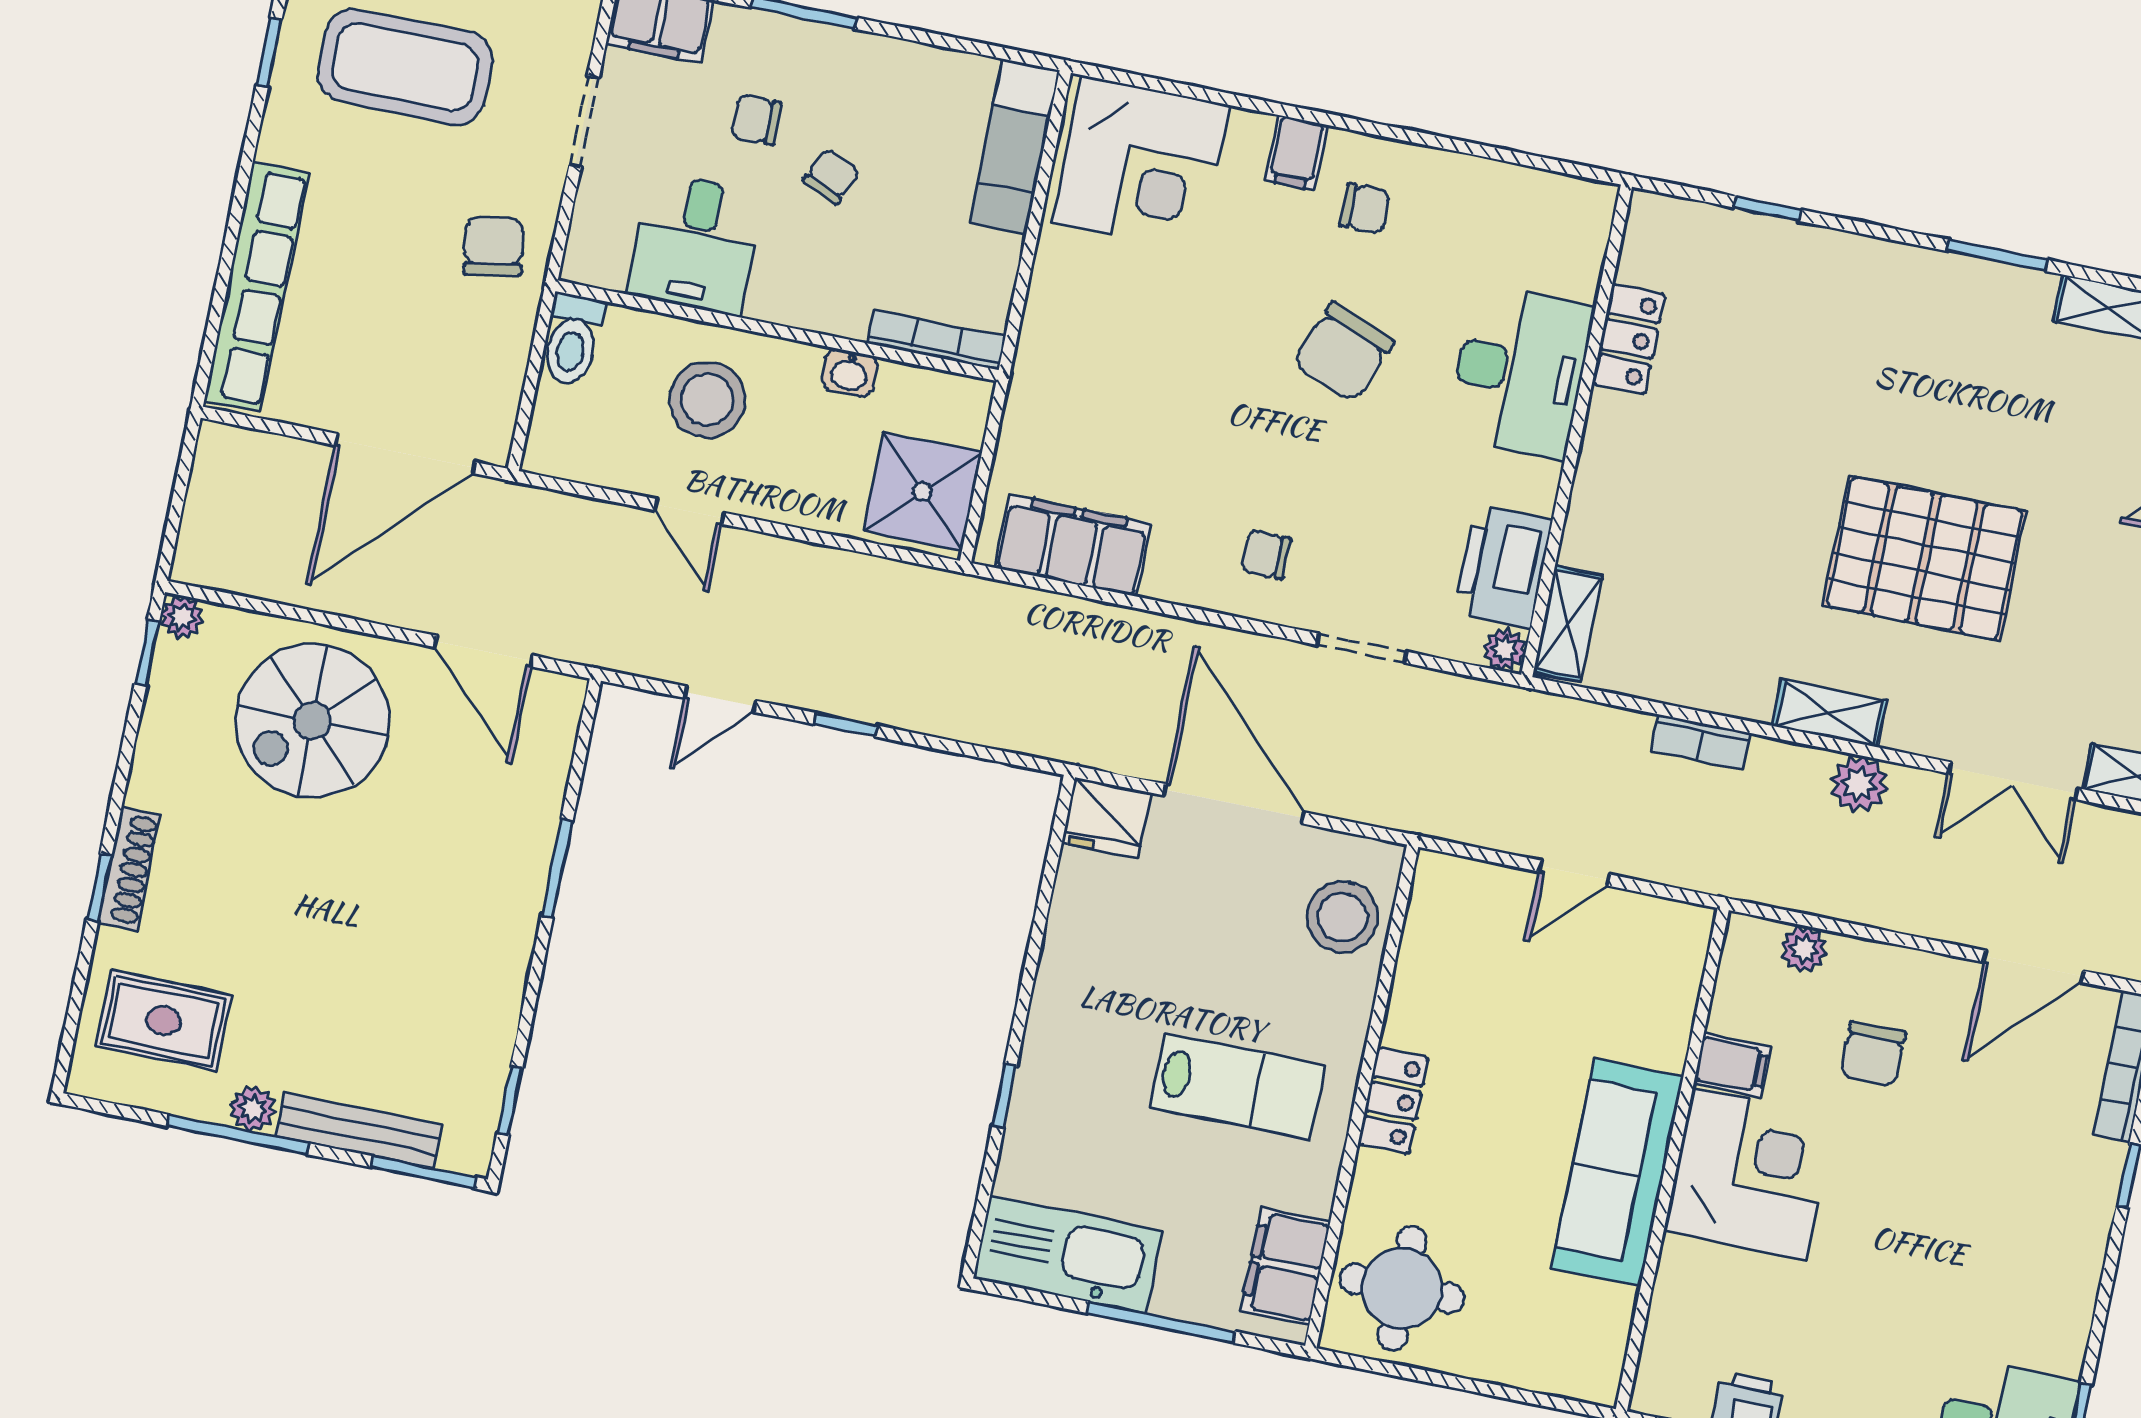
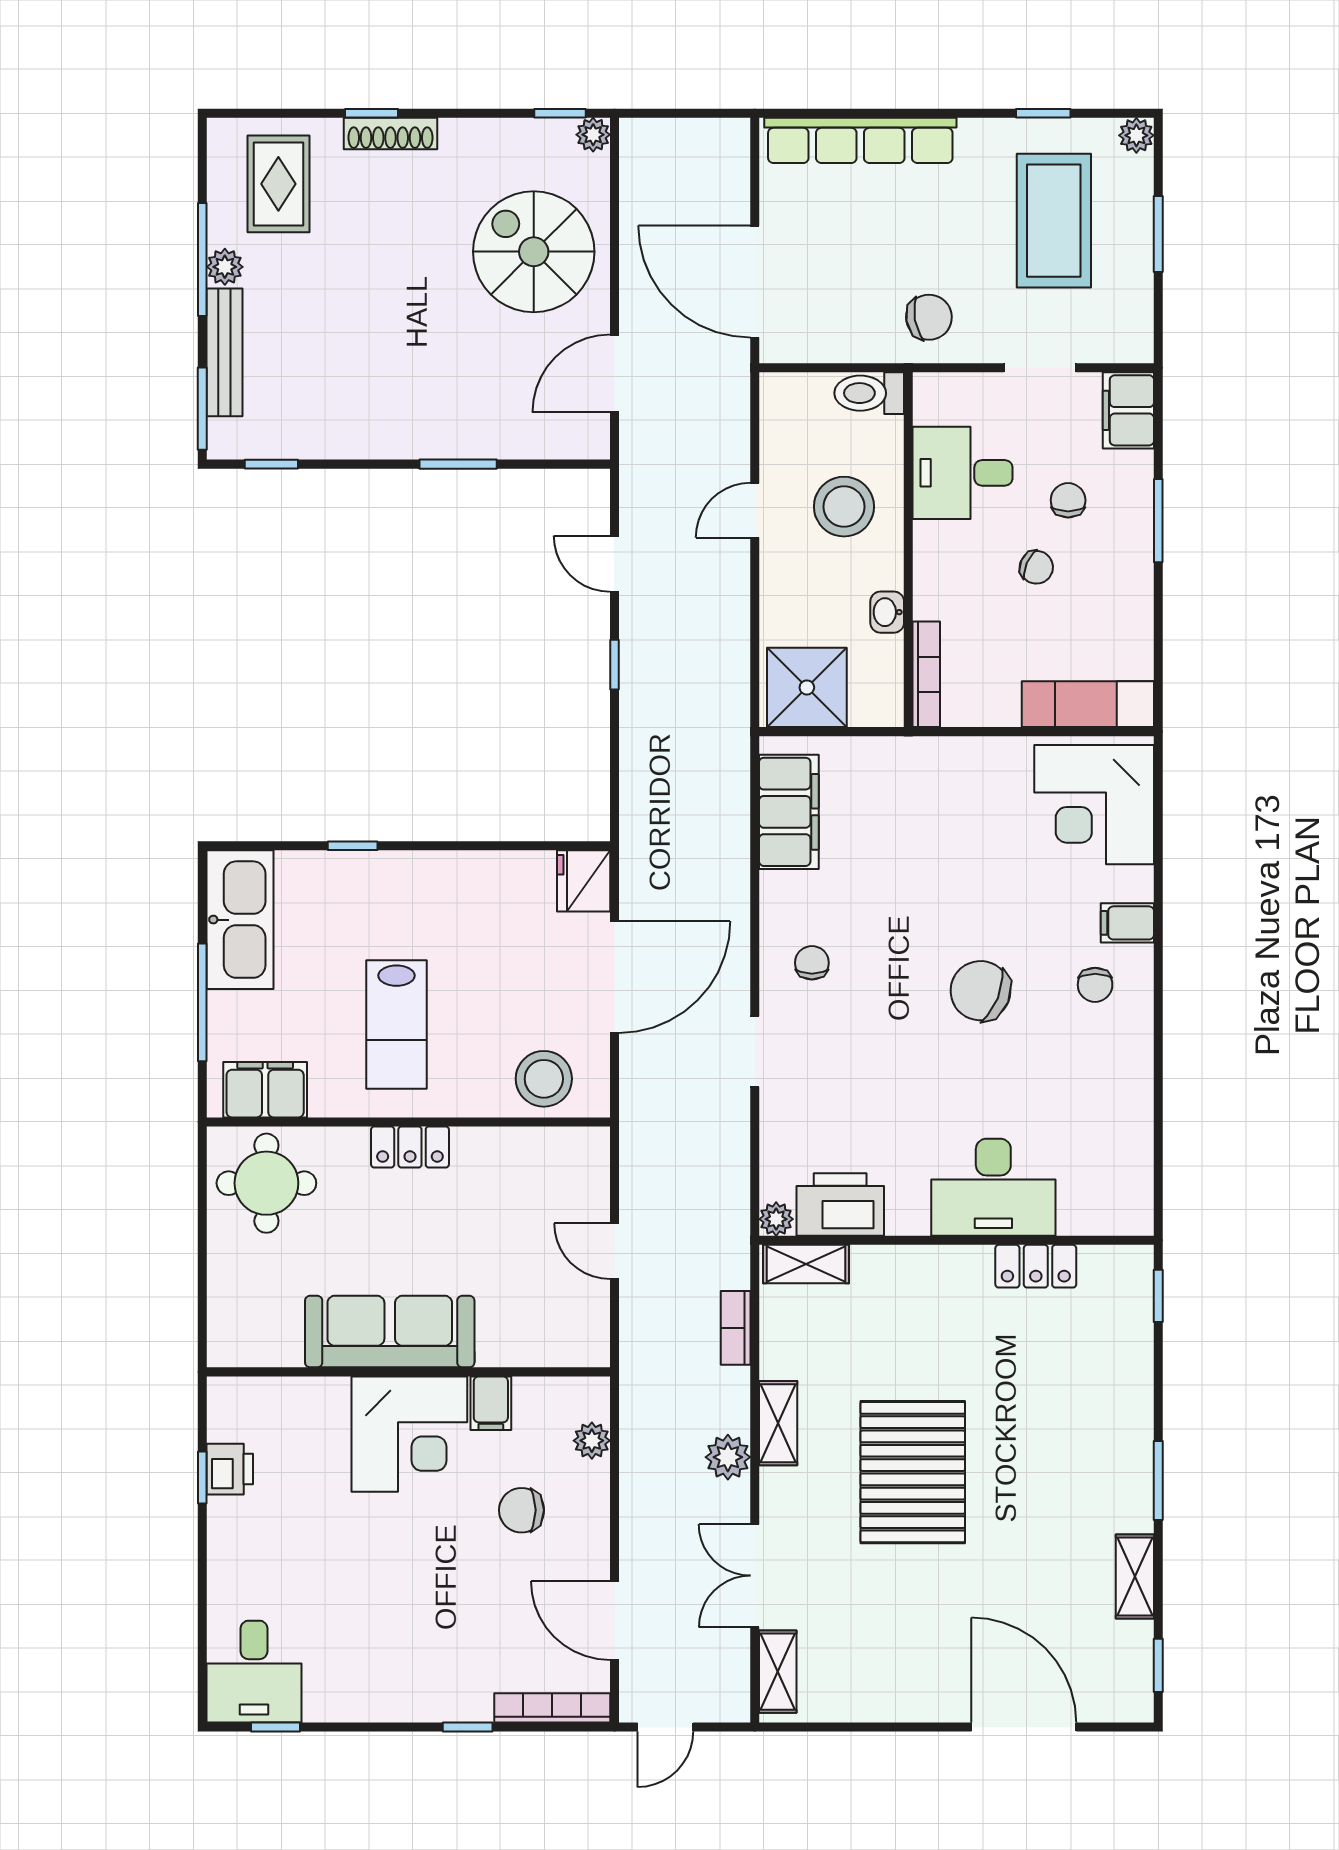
locker: (1629, 339) -> (1036, 1266), moved
desk: (1520, 372) -> (993, 1187), moved
wall: (1577, 431) -> (956, 1240), moved
printer: (1503, 566) -> (840, 1205), moved
shelving: (1568, 624) -> (806, 1264), moved
plant: (1504, 650) -> (776, 1219), moved

